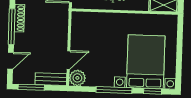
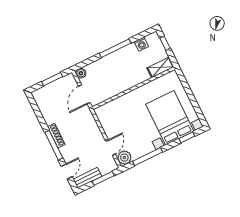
bench: (51, 79) -> (87, 178), moved
window: (31, 87) -> (103, 178), moved
window: (114, 90) -> (148, 157), moved

